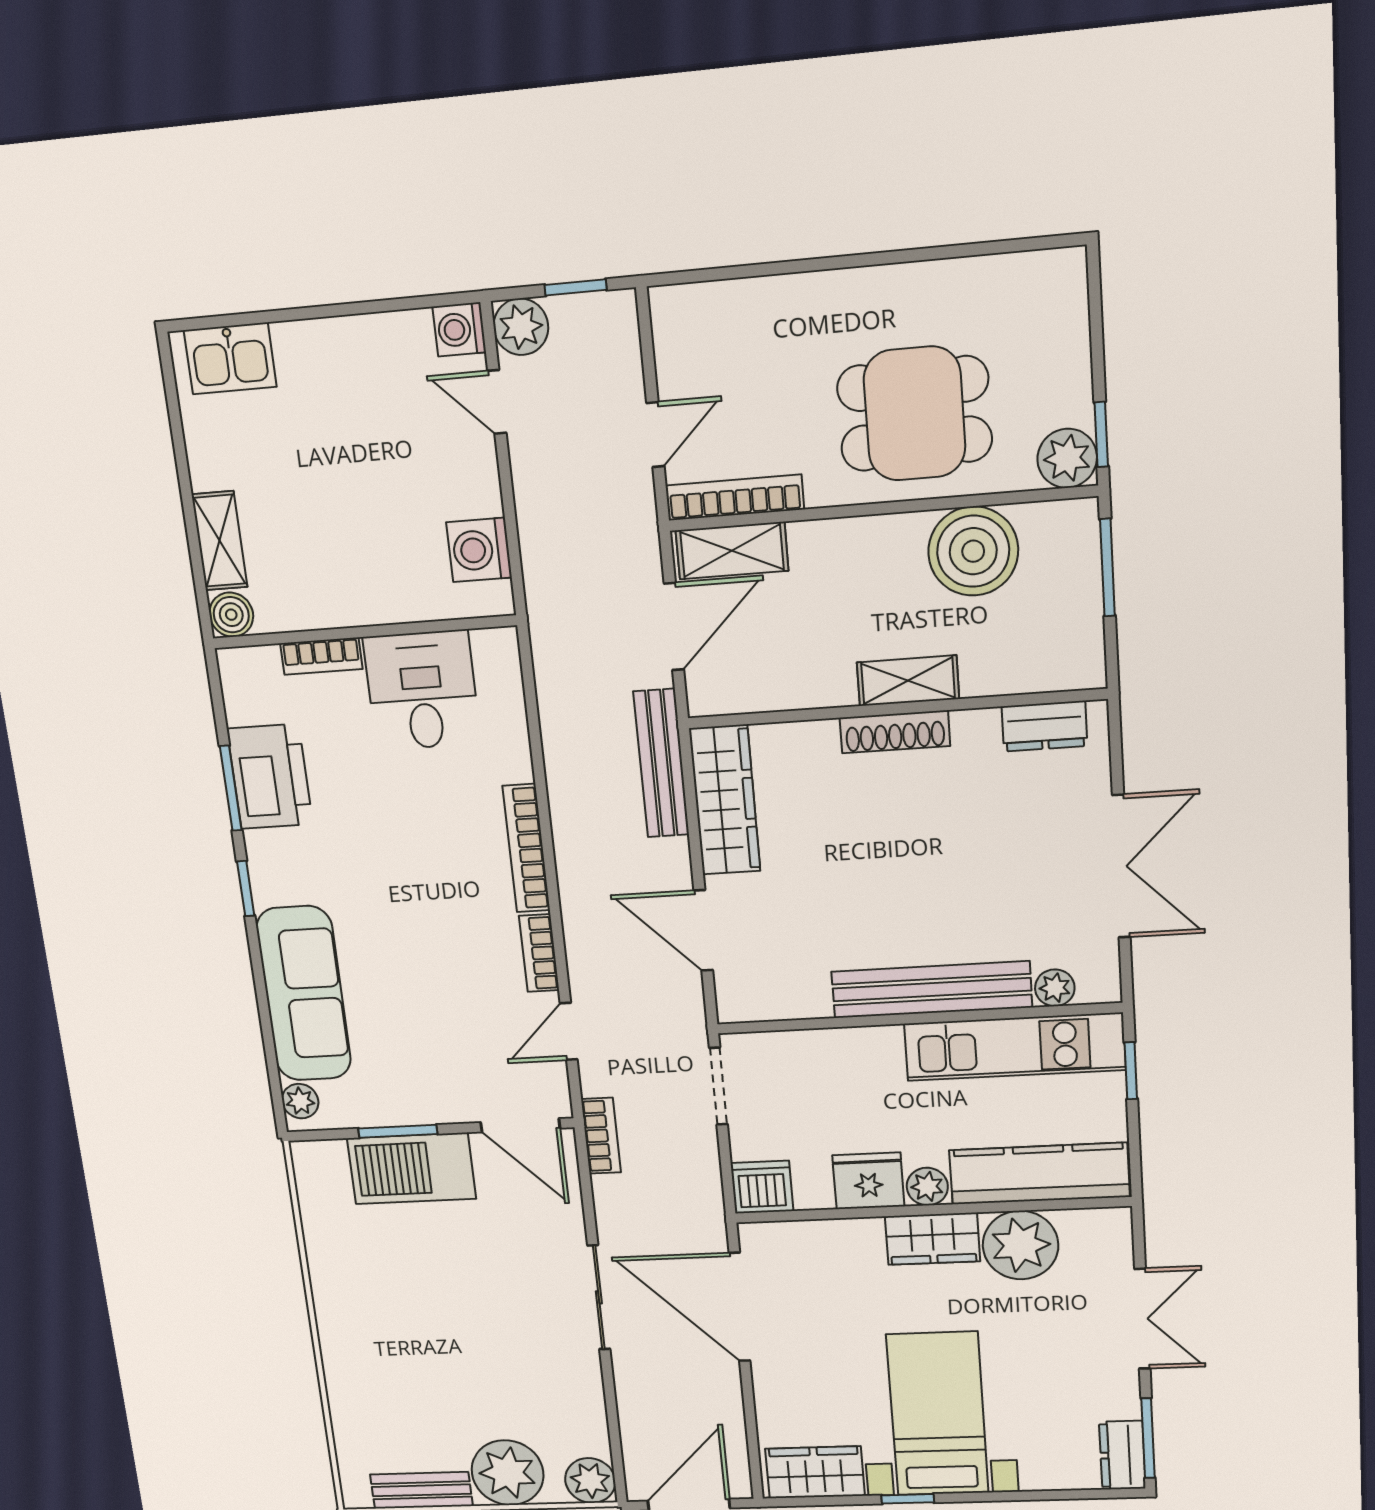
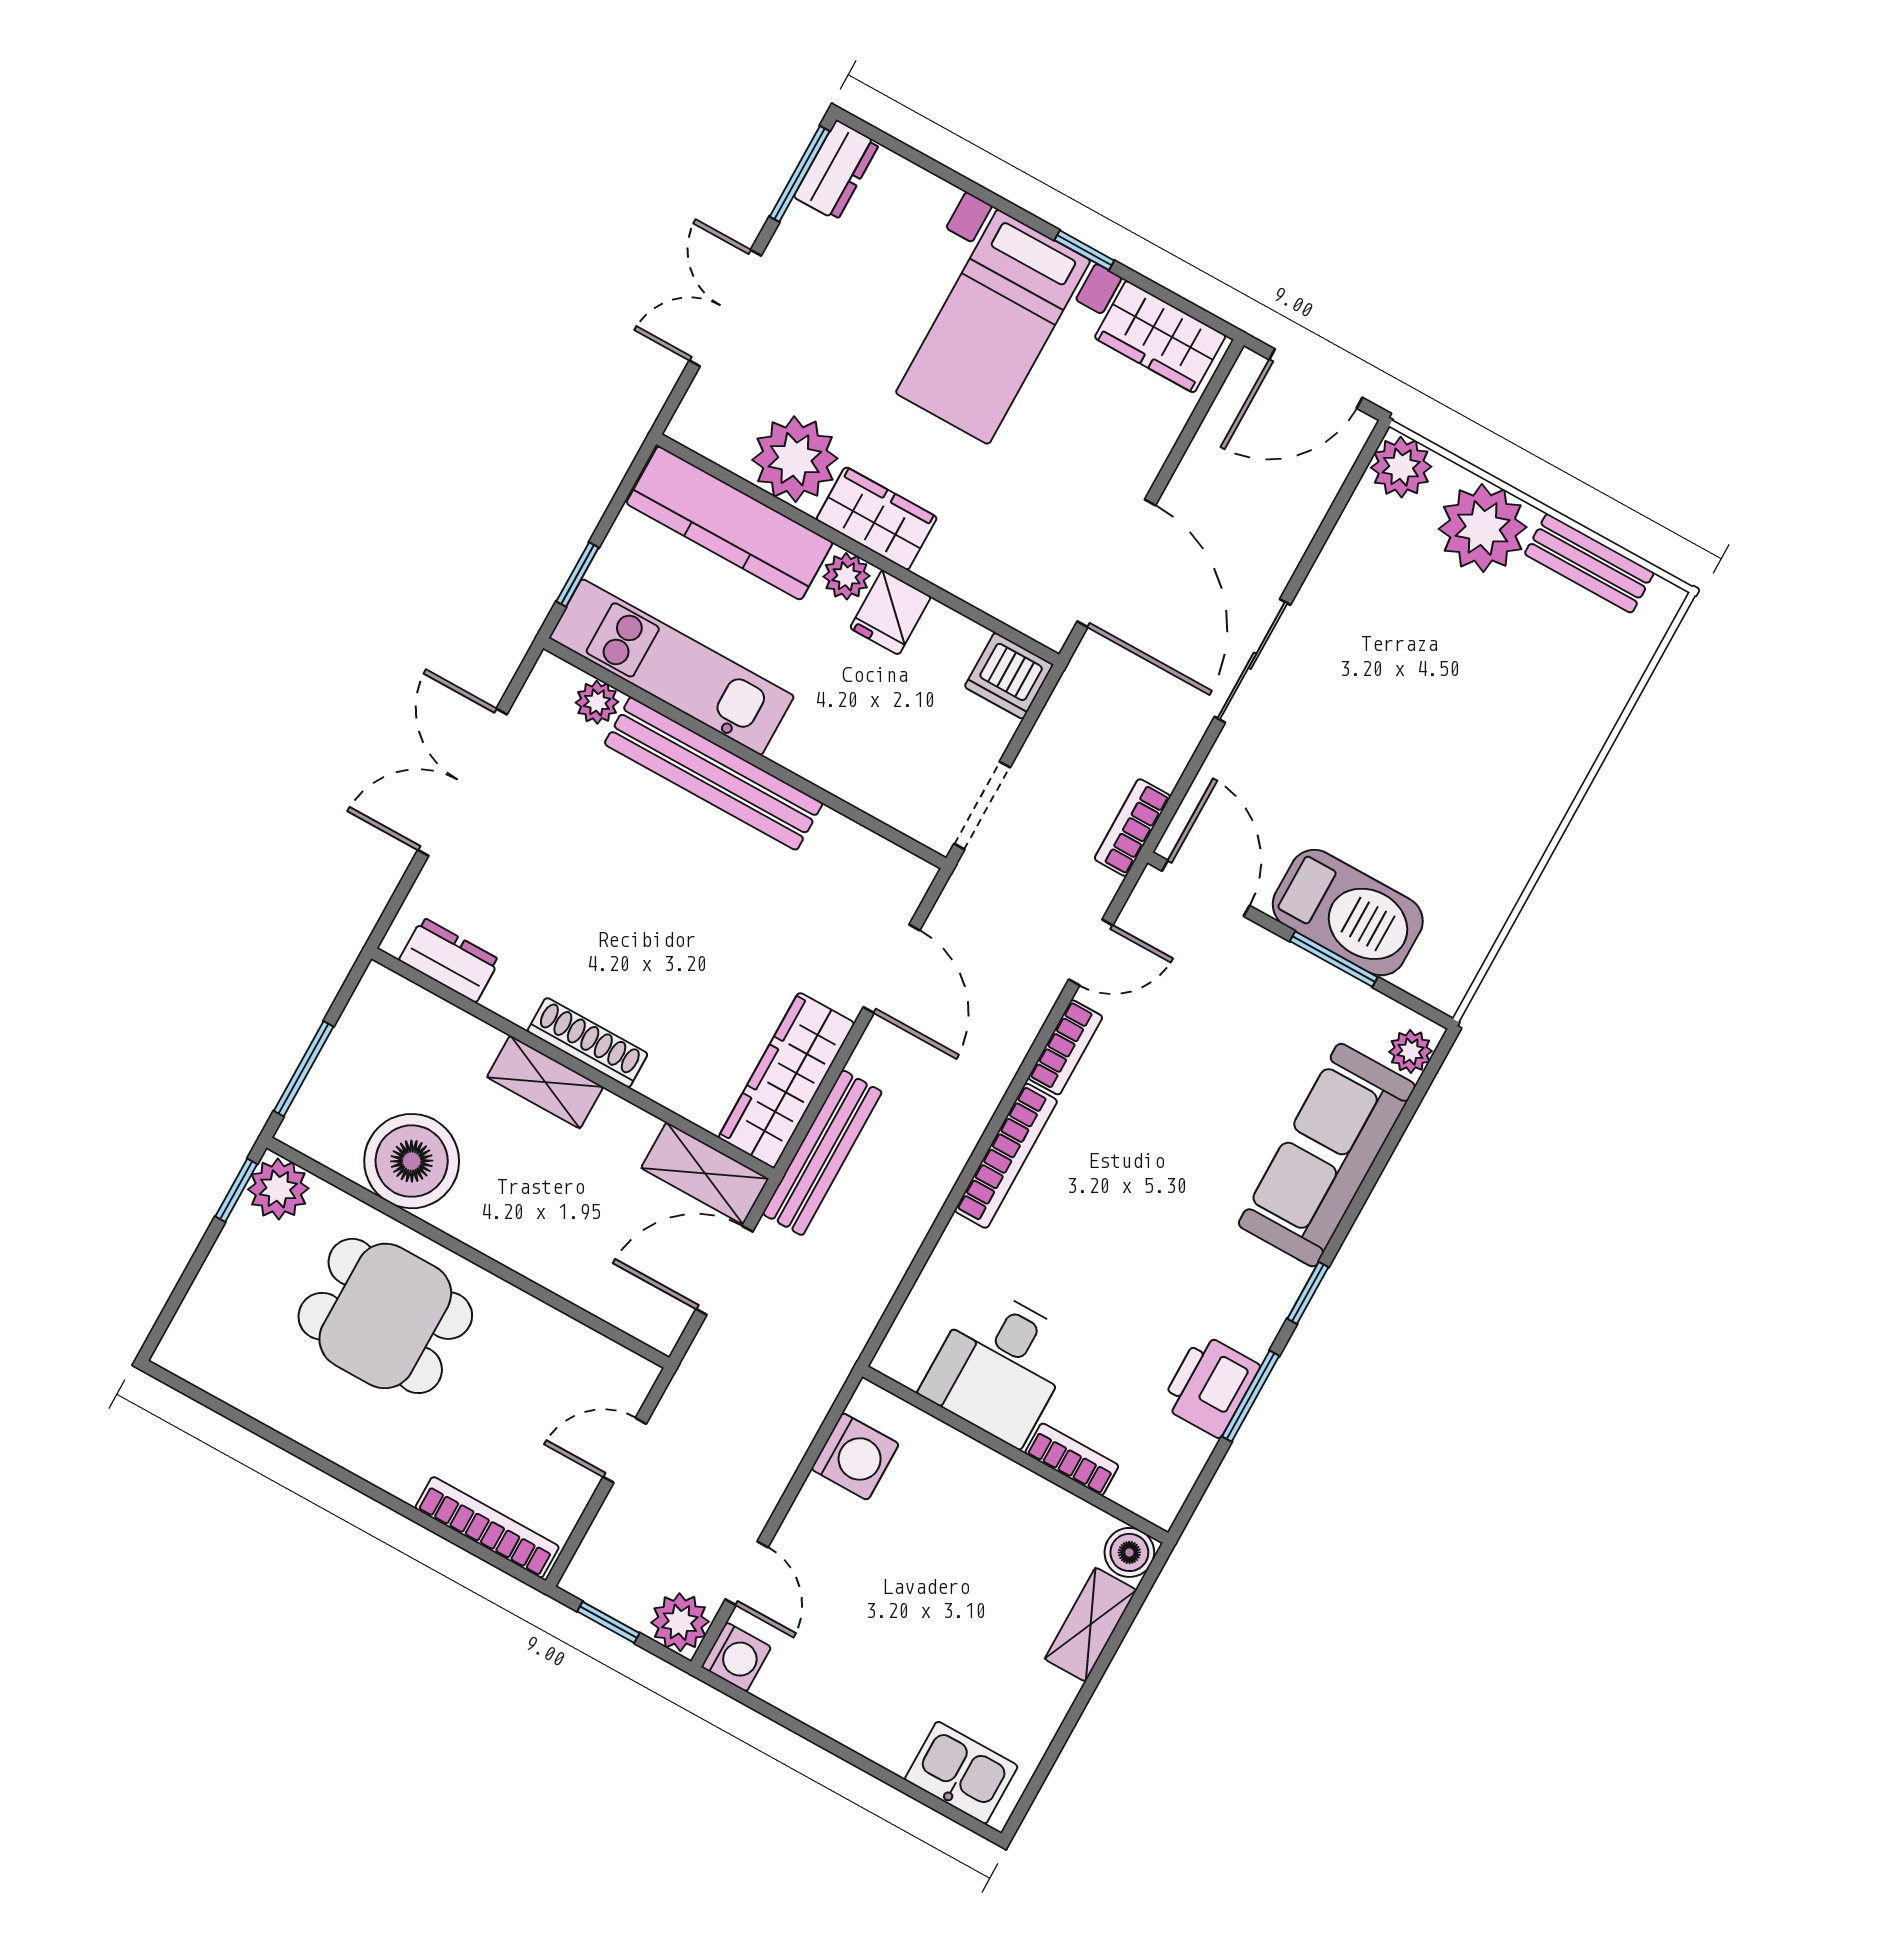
bookcase: (735, 497) -> (487, 1527), moved, turned 180
shelving: (732, 551) -> (705, 1173), moved
printer: (270, 776) -> (1210, 1386), width x0.73, depth x0.84
fridge: (868, 1181) -> (890, 612), width x0.72

